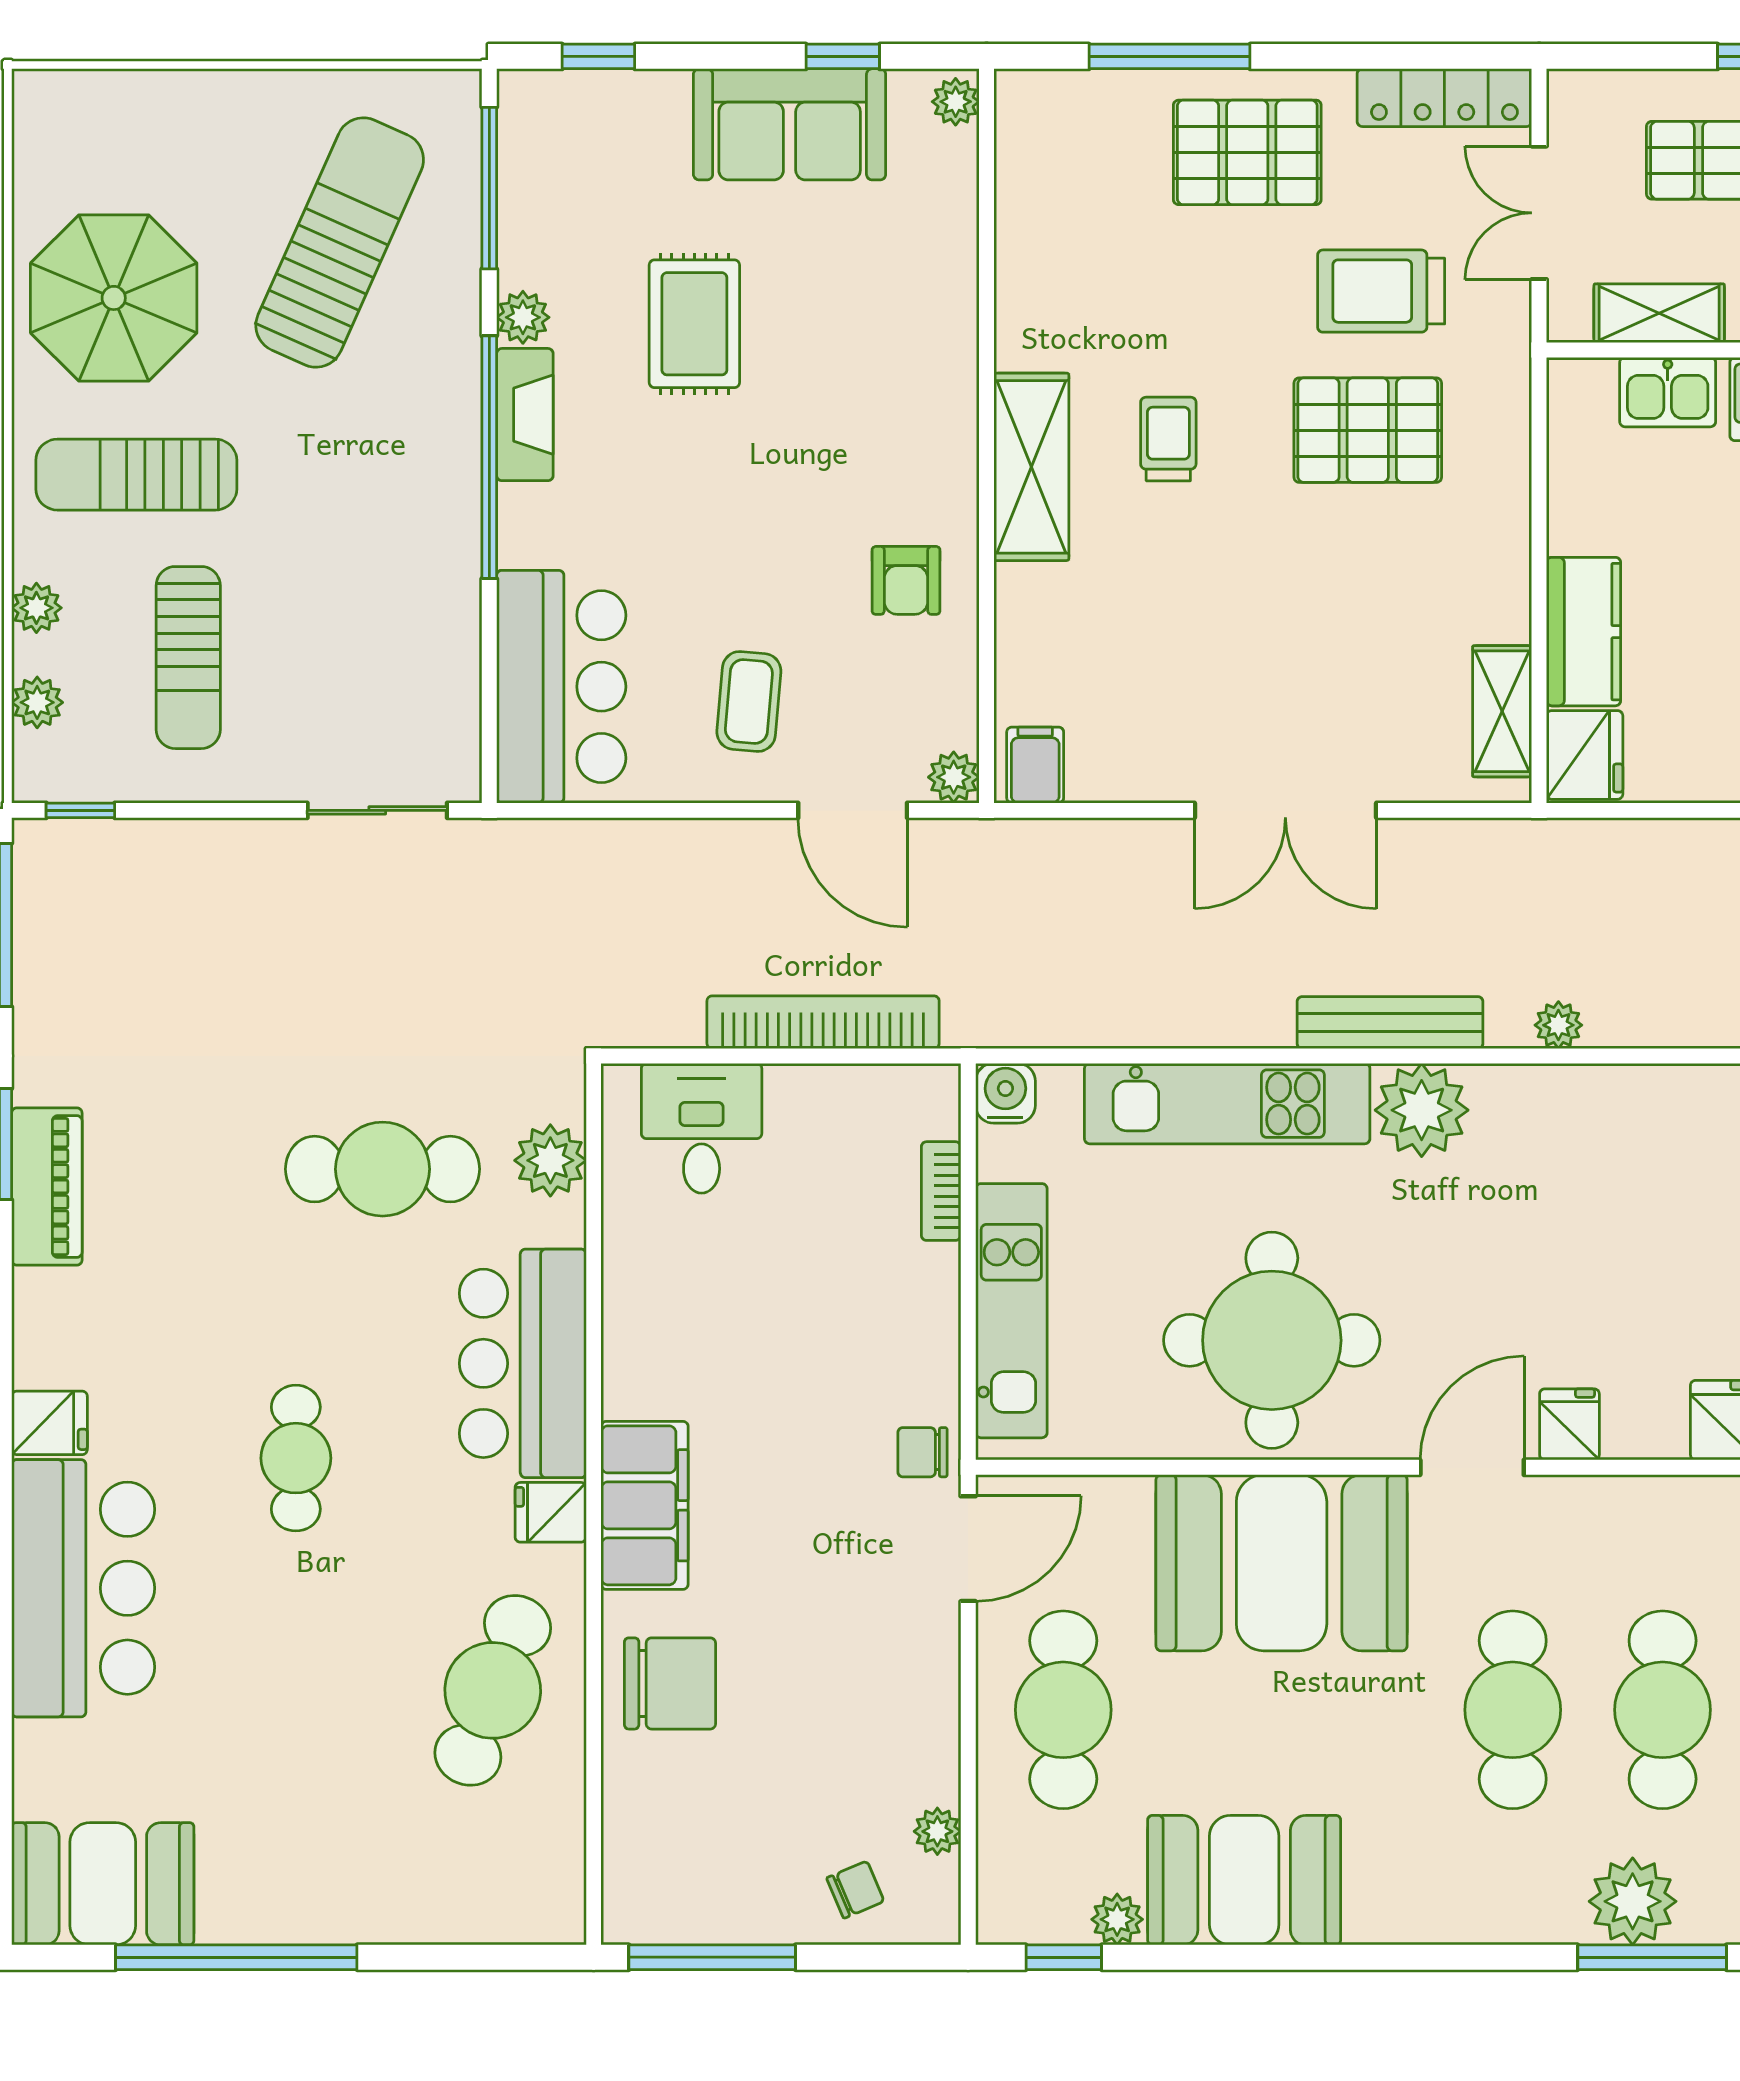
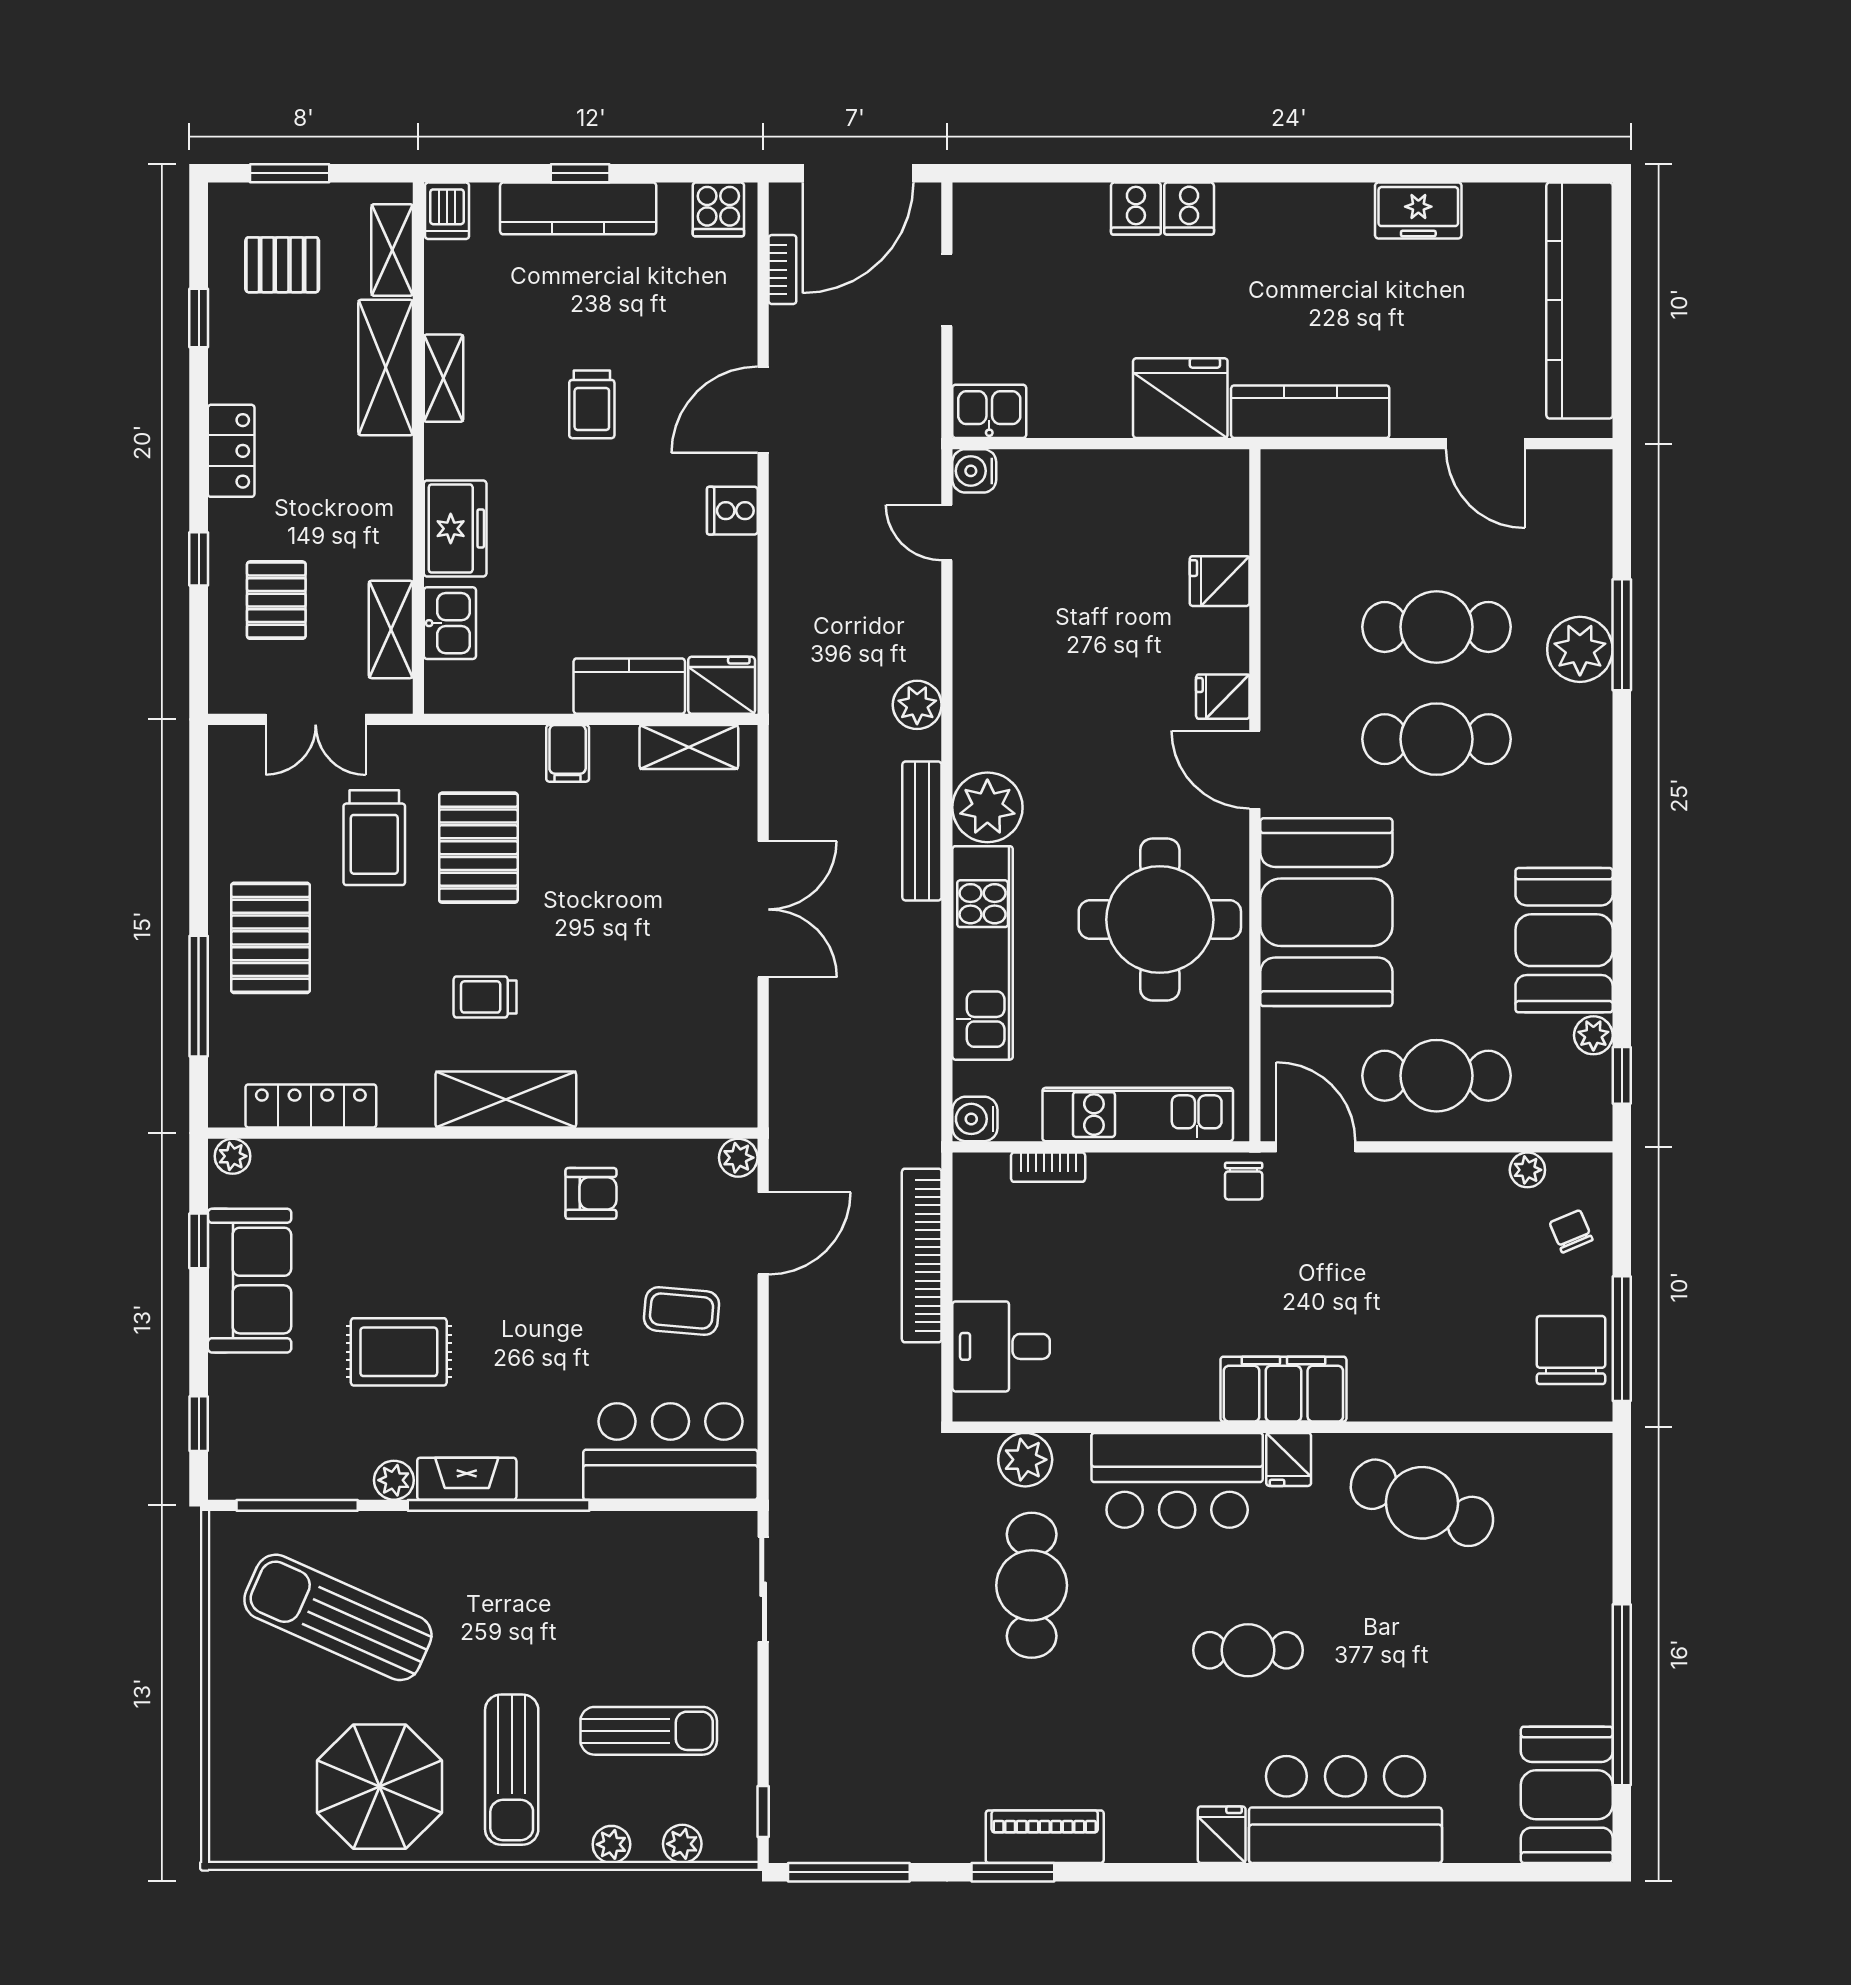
locker: (1444, 98) -> (311, 1106), moved, turned -90
filing cabinet: (1035, 765) -> (568, 753), moved, turned -90
plant: (1558, 1025) -> (917, 705), width x1.38, depth x1.38
chair: (670, 1683) -> (1571, 1350), moved

